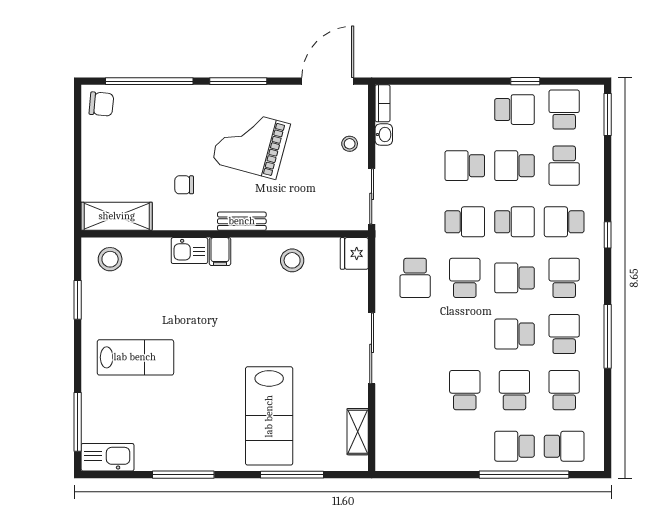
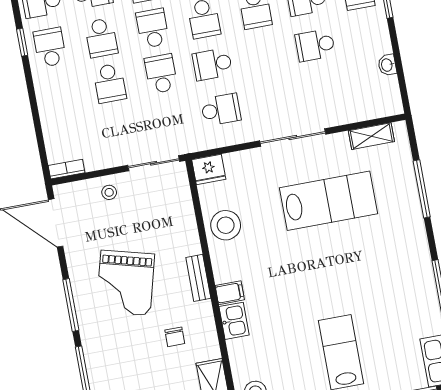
washbasin: (384, 135) -> (387, 65), moved, turned -90
stool: (292, 260) -> (226, 225), width x1.38, depth x1.38
lab bench: (269, 416) -> (328, 201), moved

